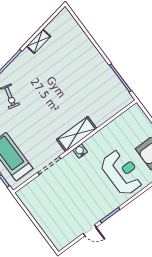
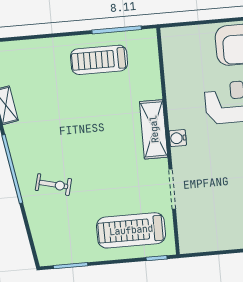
treadmill: (97, 78) -> (99, 60), added

